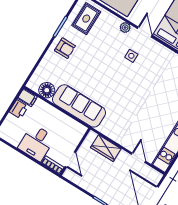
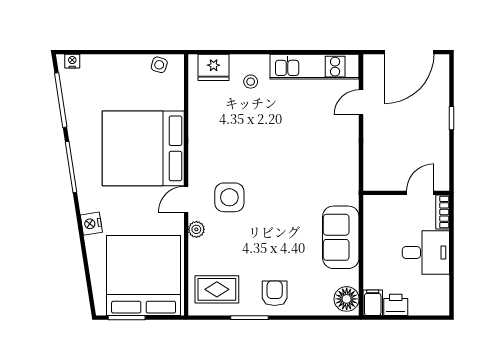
side table: (131, 56) -> (229, 197), width x1.87, depth x1.87
floor lamp: (47, 90) -> (347, 299), moved
sofa: (79, 106) -> (341, 237), width x0.73
wardrobe: (106, 148) -> (375, 154), removed

